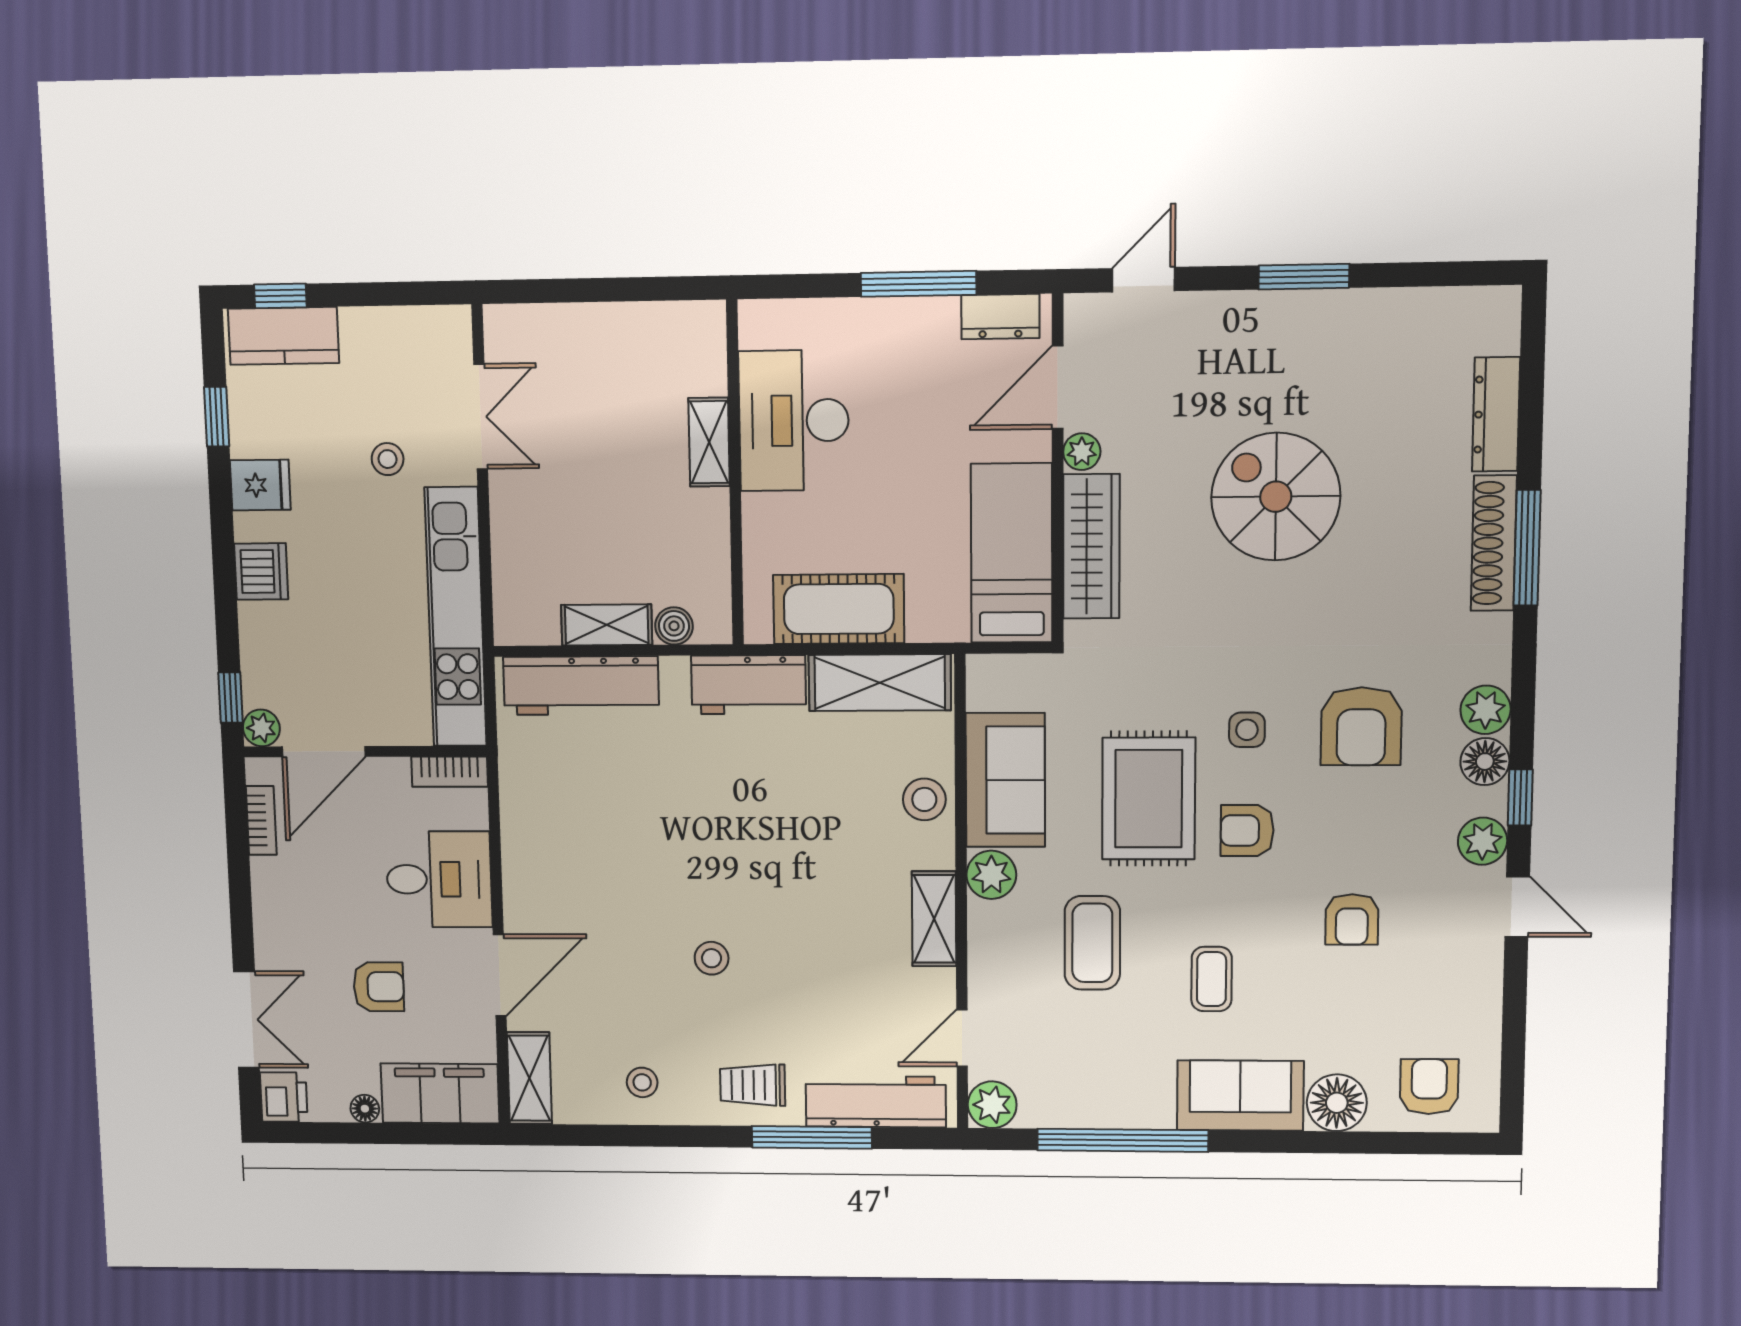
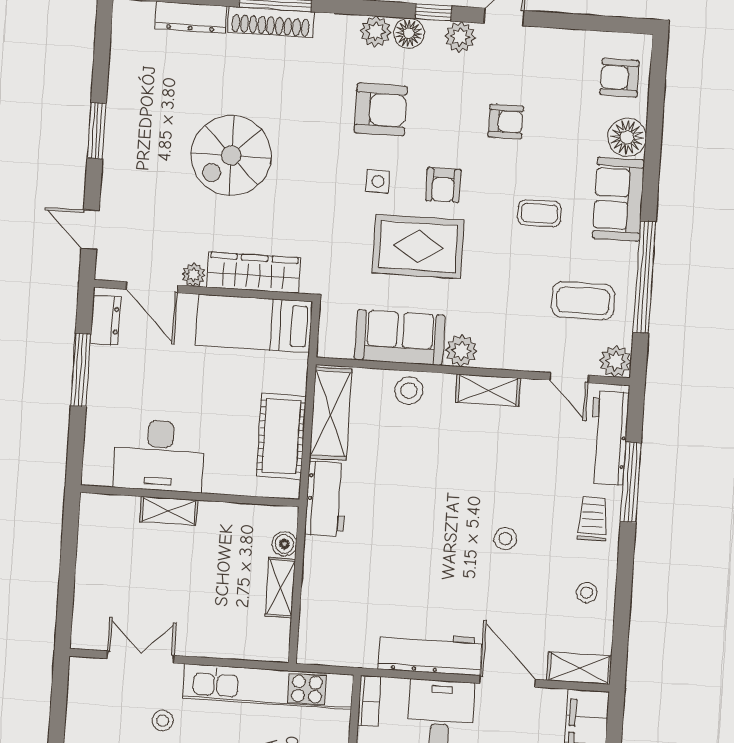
workbench: (581, 686) -> (430, 653), moved, turned -90
coffee table: (1092, 943) -> (583, 301), moved
trolley: (753, 1085) -> (593, 519), turned 180

